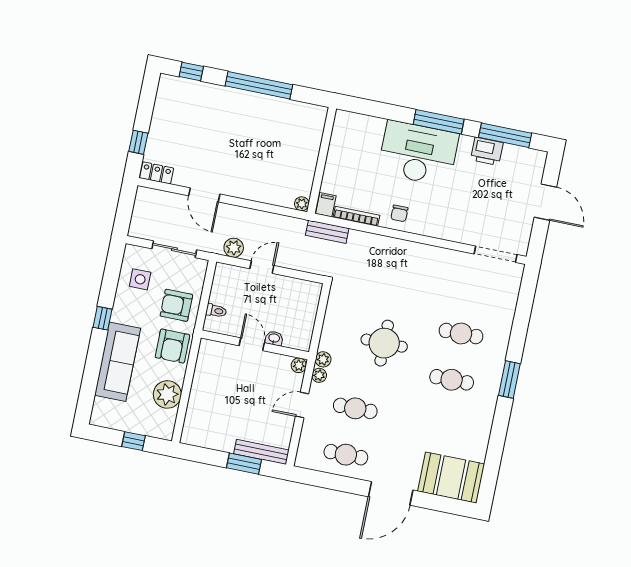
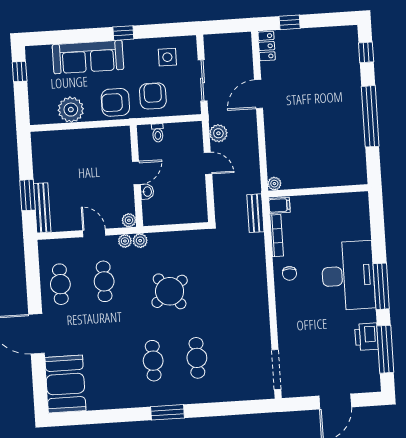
chair: (399, 213) -> (289, 273), turned -90
round table: (384, 343) -> (170, 291), turned -38
window: (133, 441) -> (20, 72), moved

